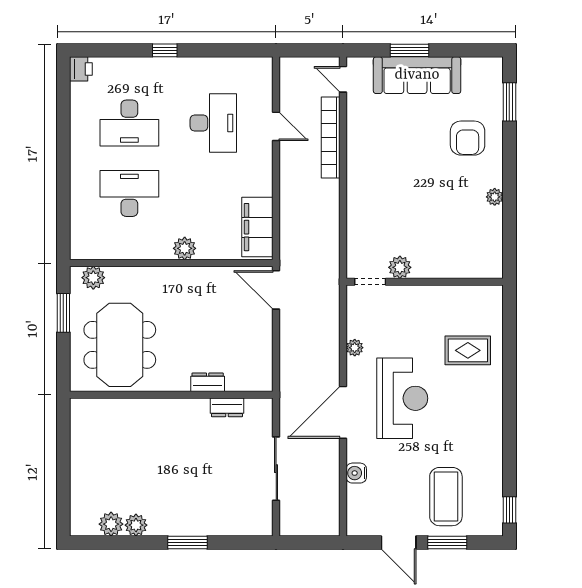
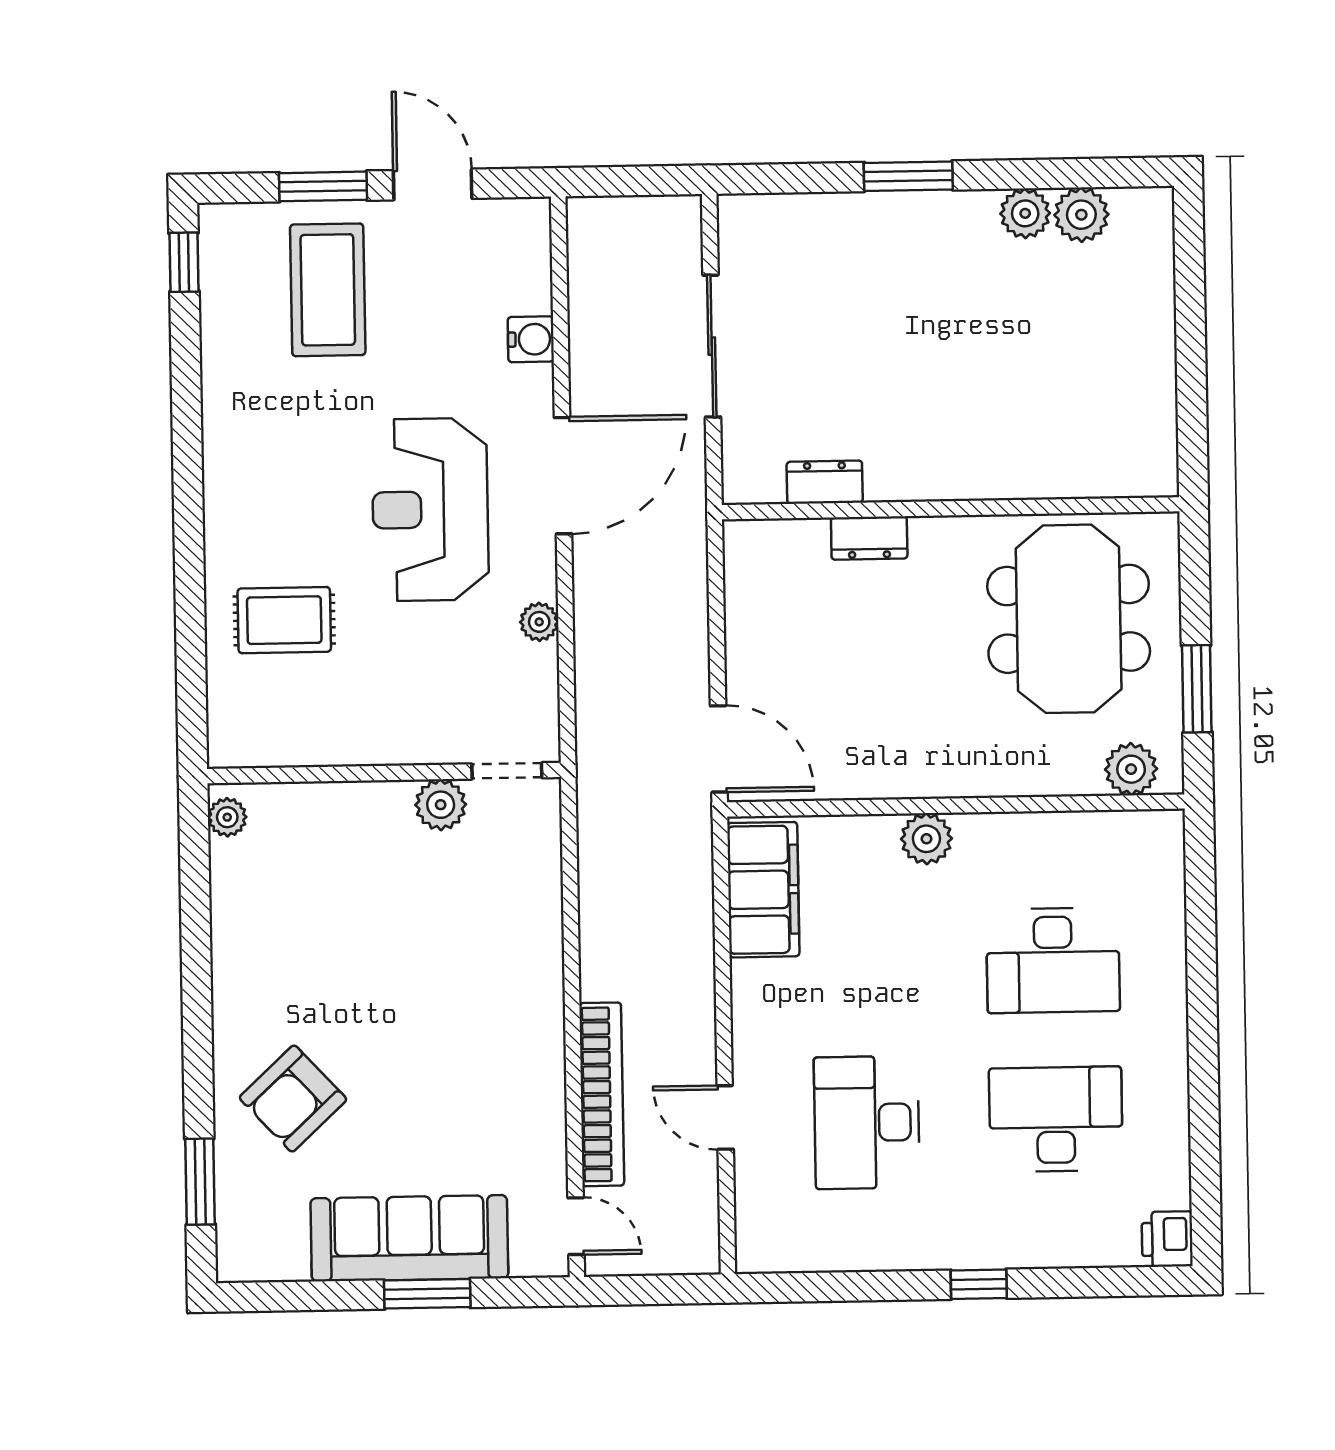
armchair: (468, 138) -> (293, 1099), turned -133
plant: (495, 197) -> (227, 817), moved

